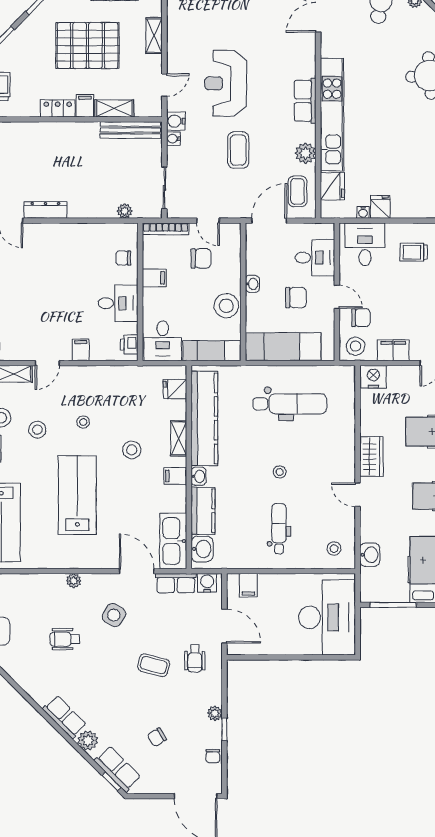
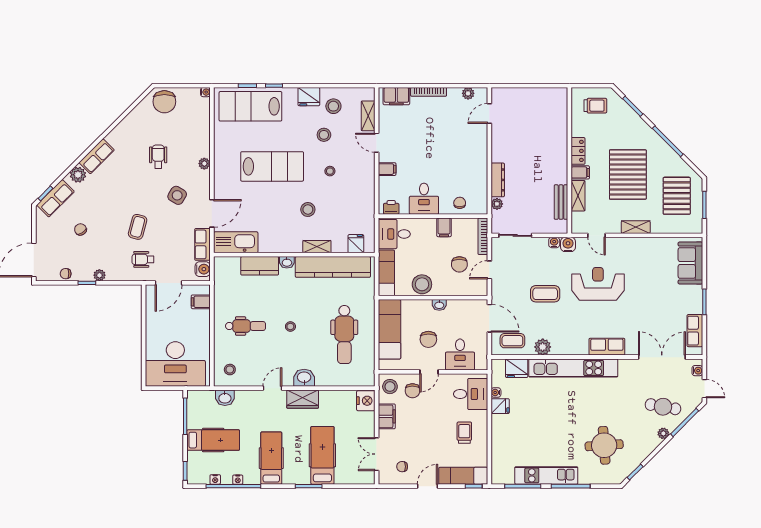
row of seats: (305, 101) -> (607, 347), moved
bench: (130, 130) -> (561, 202), width x0.73
dresser: (45, 210) -> (498, 180), moved
filing cabinet: (175, 476) -> (287, 244), removed
washbasin: (202, 549) -> (304, 378), moved, turned 180

